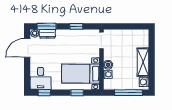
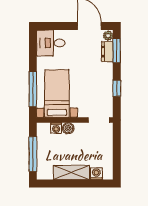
washing machine: (144, 82) -> (96, 174), moved
window: (44, 93) -> (33, 48), removed
window: (77, 93) -> (33, 89), width x2.17

